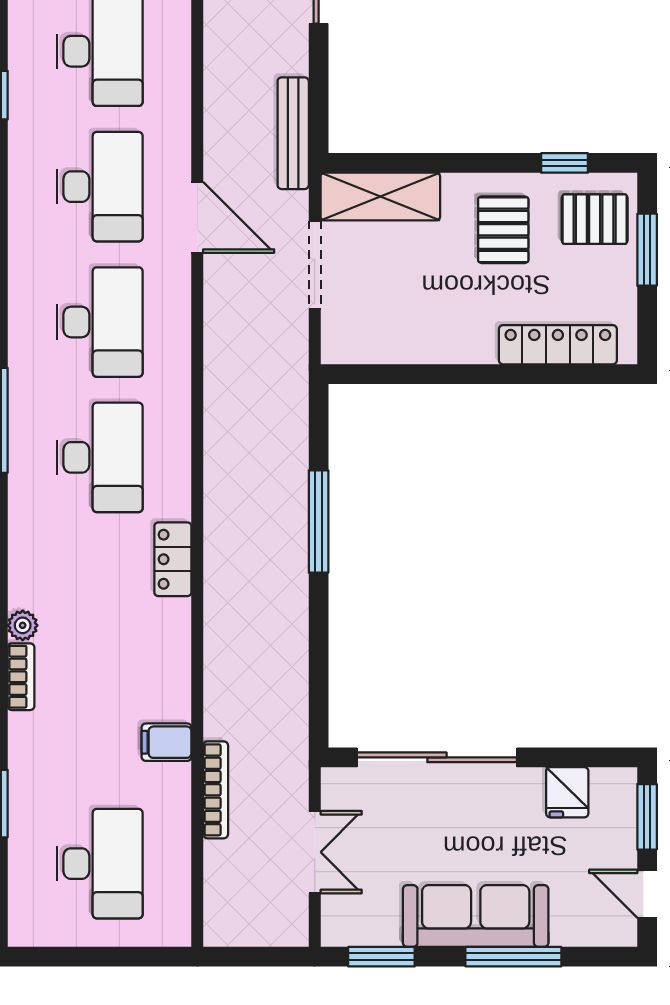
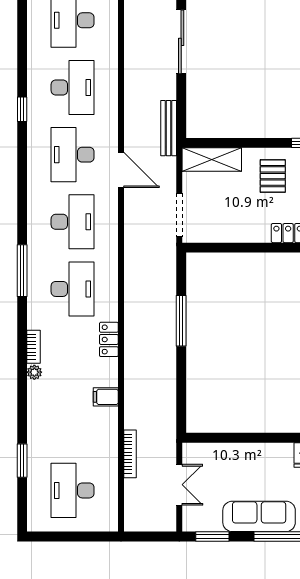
desk: (100, 187) -> (73, 155), turned 180
doorway: (315, 265) -> (179, 215), moved
bookcase: (21, 677) -> (34, 347), moved
filing cabinet: (167, 742) -> (106, 397), moved
sliding door: (437, 757) -> (240, 438), removed
desk: (100, 864) -> (73, 490), turned 180

